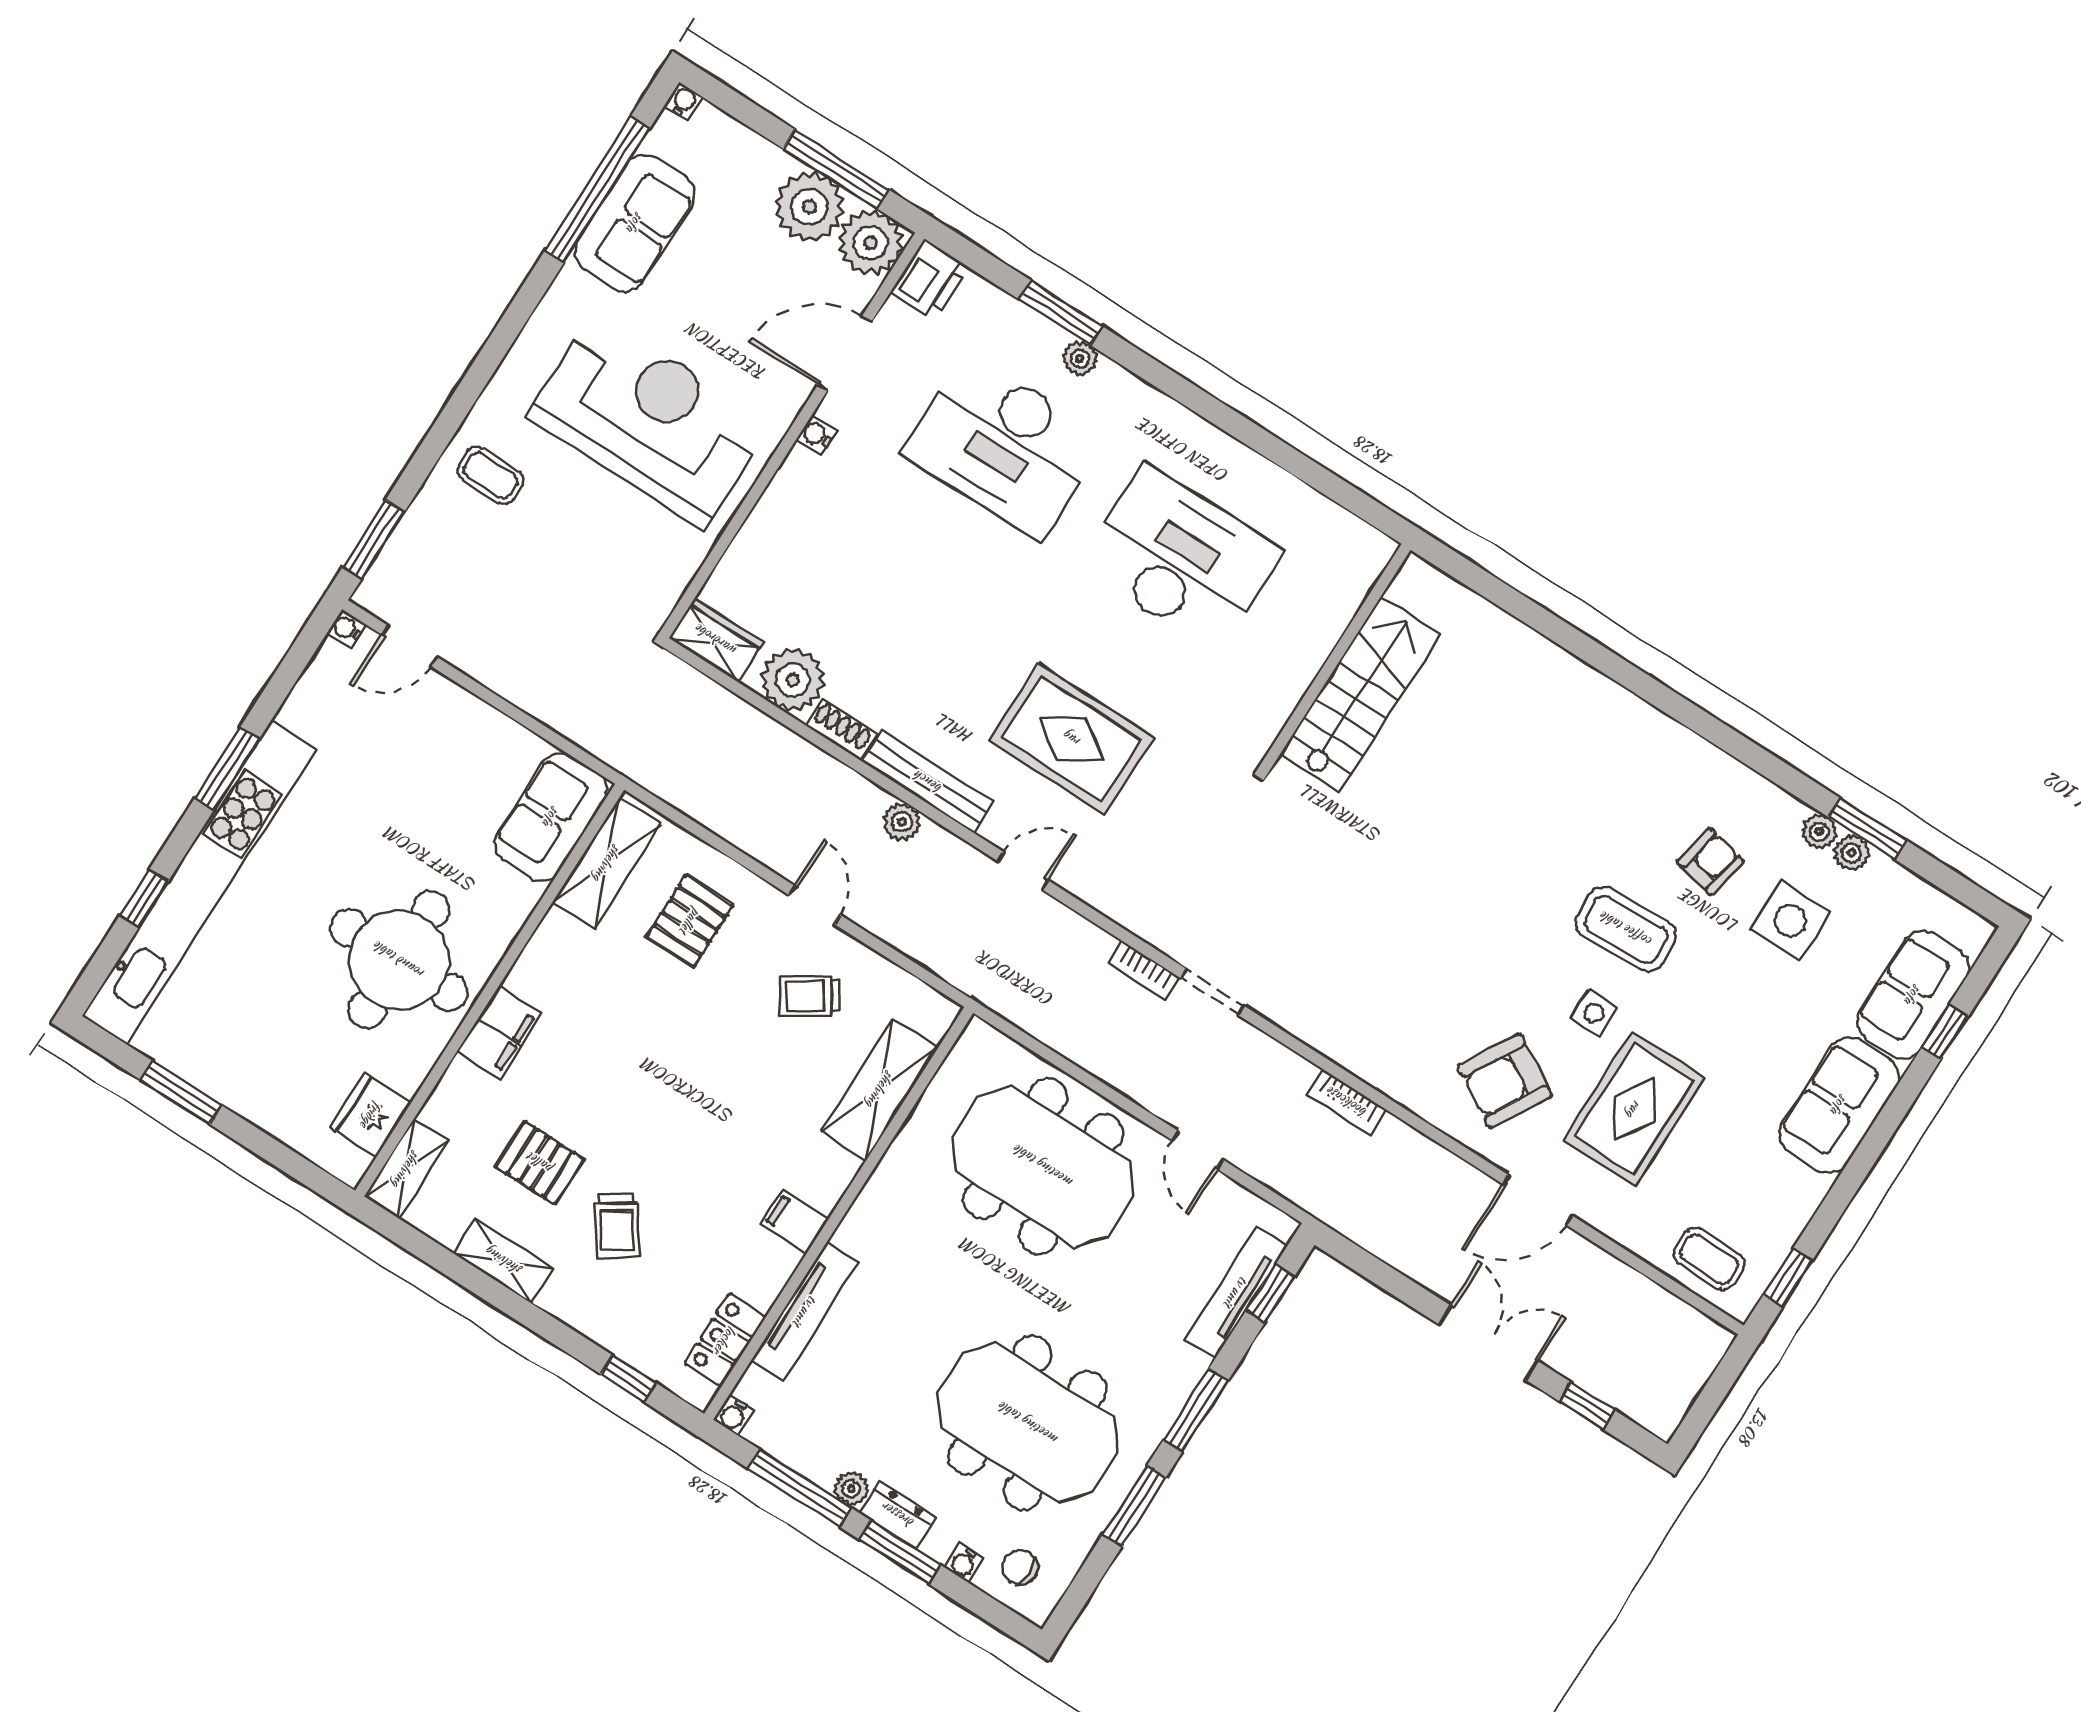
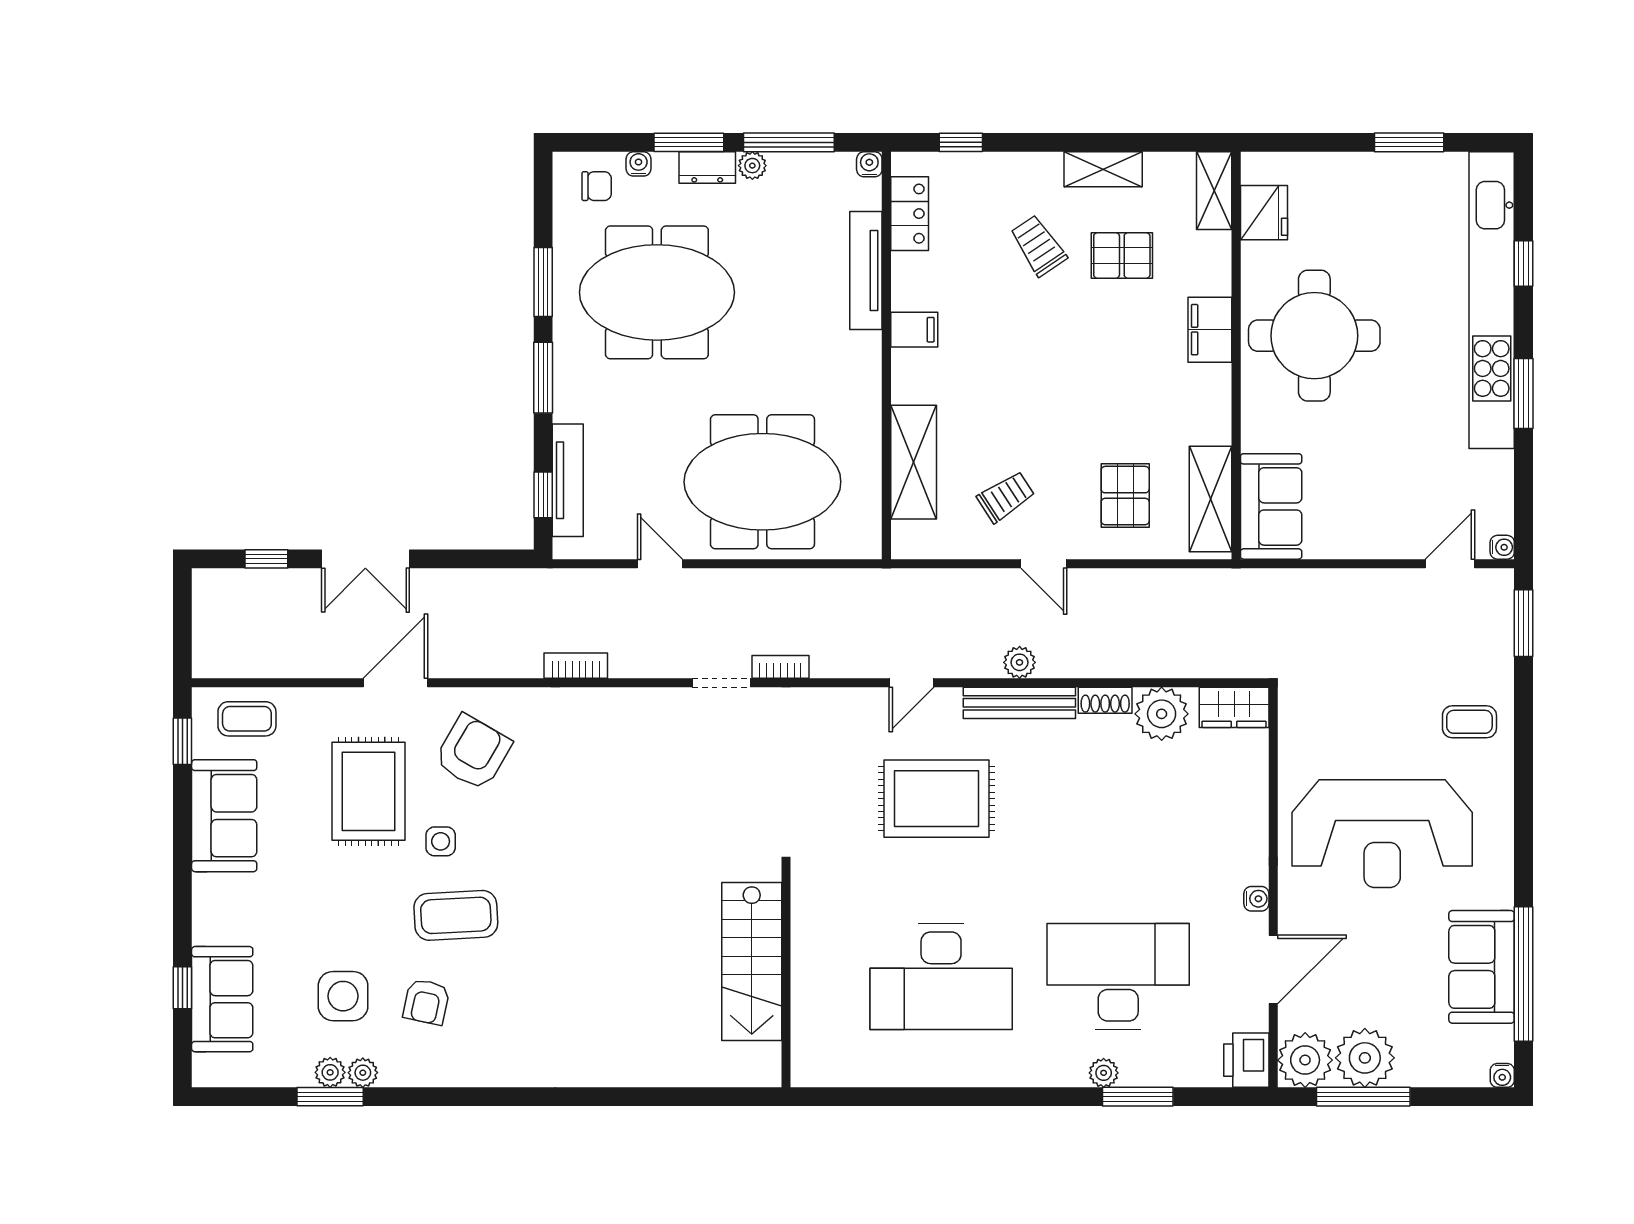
sofa: (1839, 1105) -> (224, 816), moved

